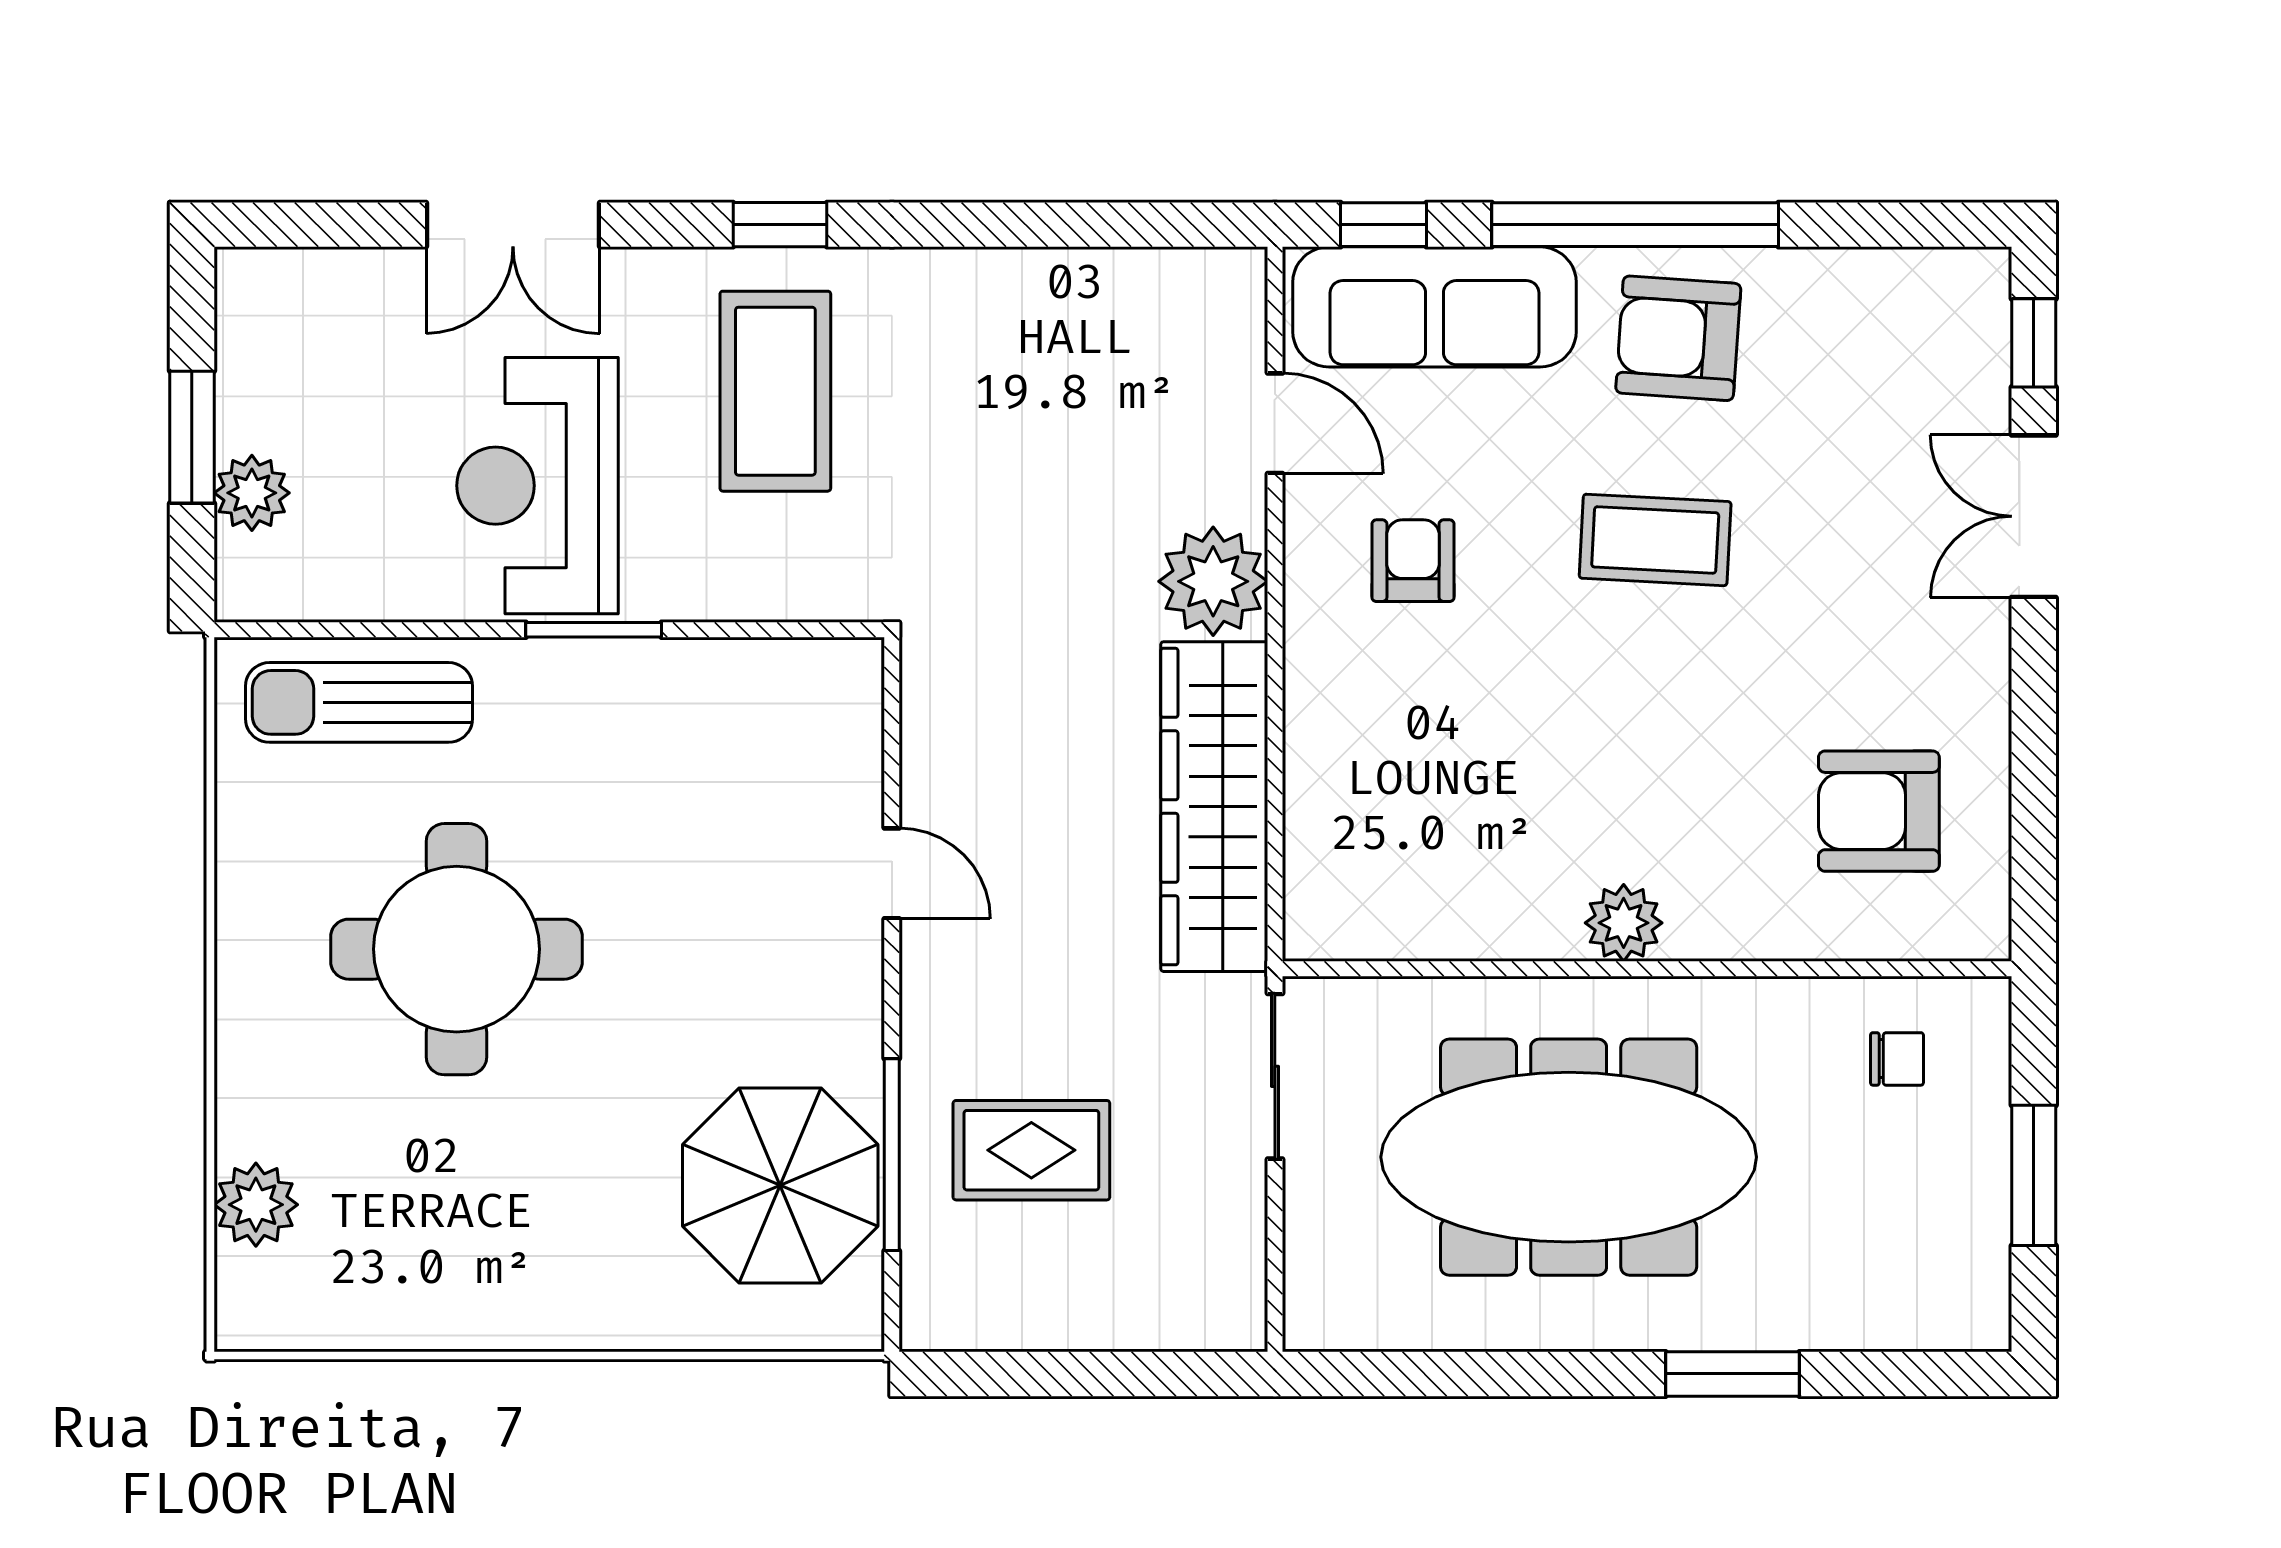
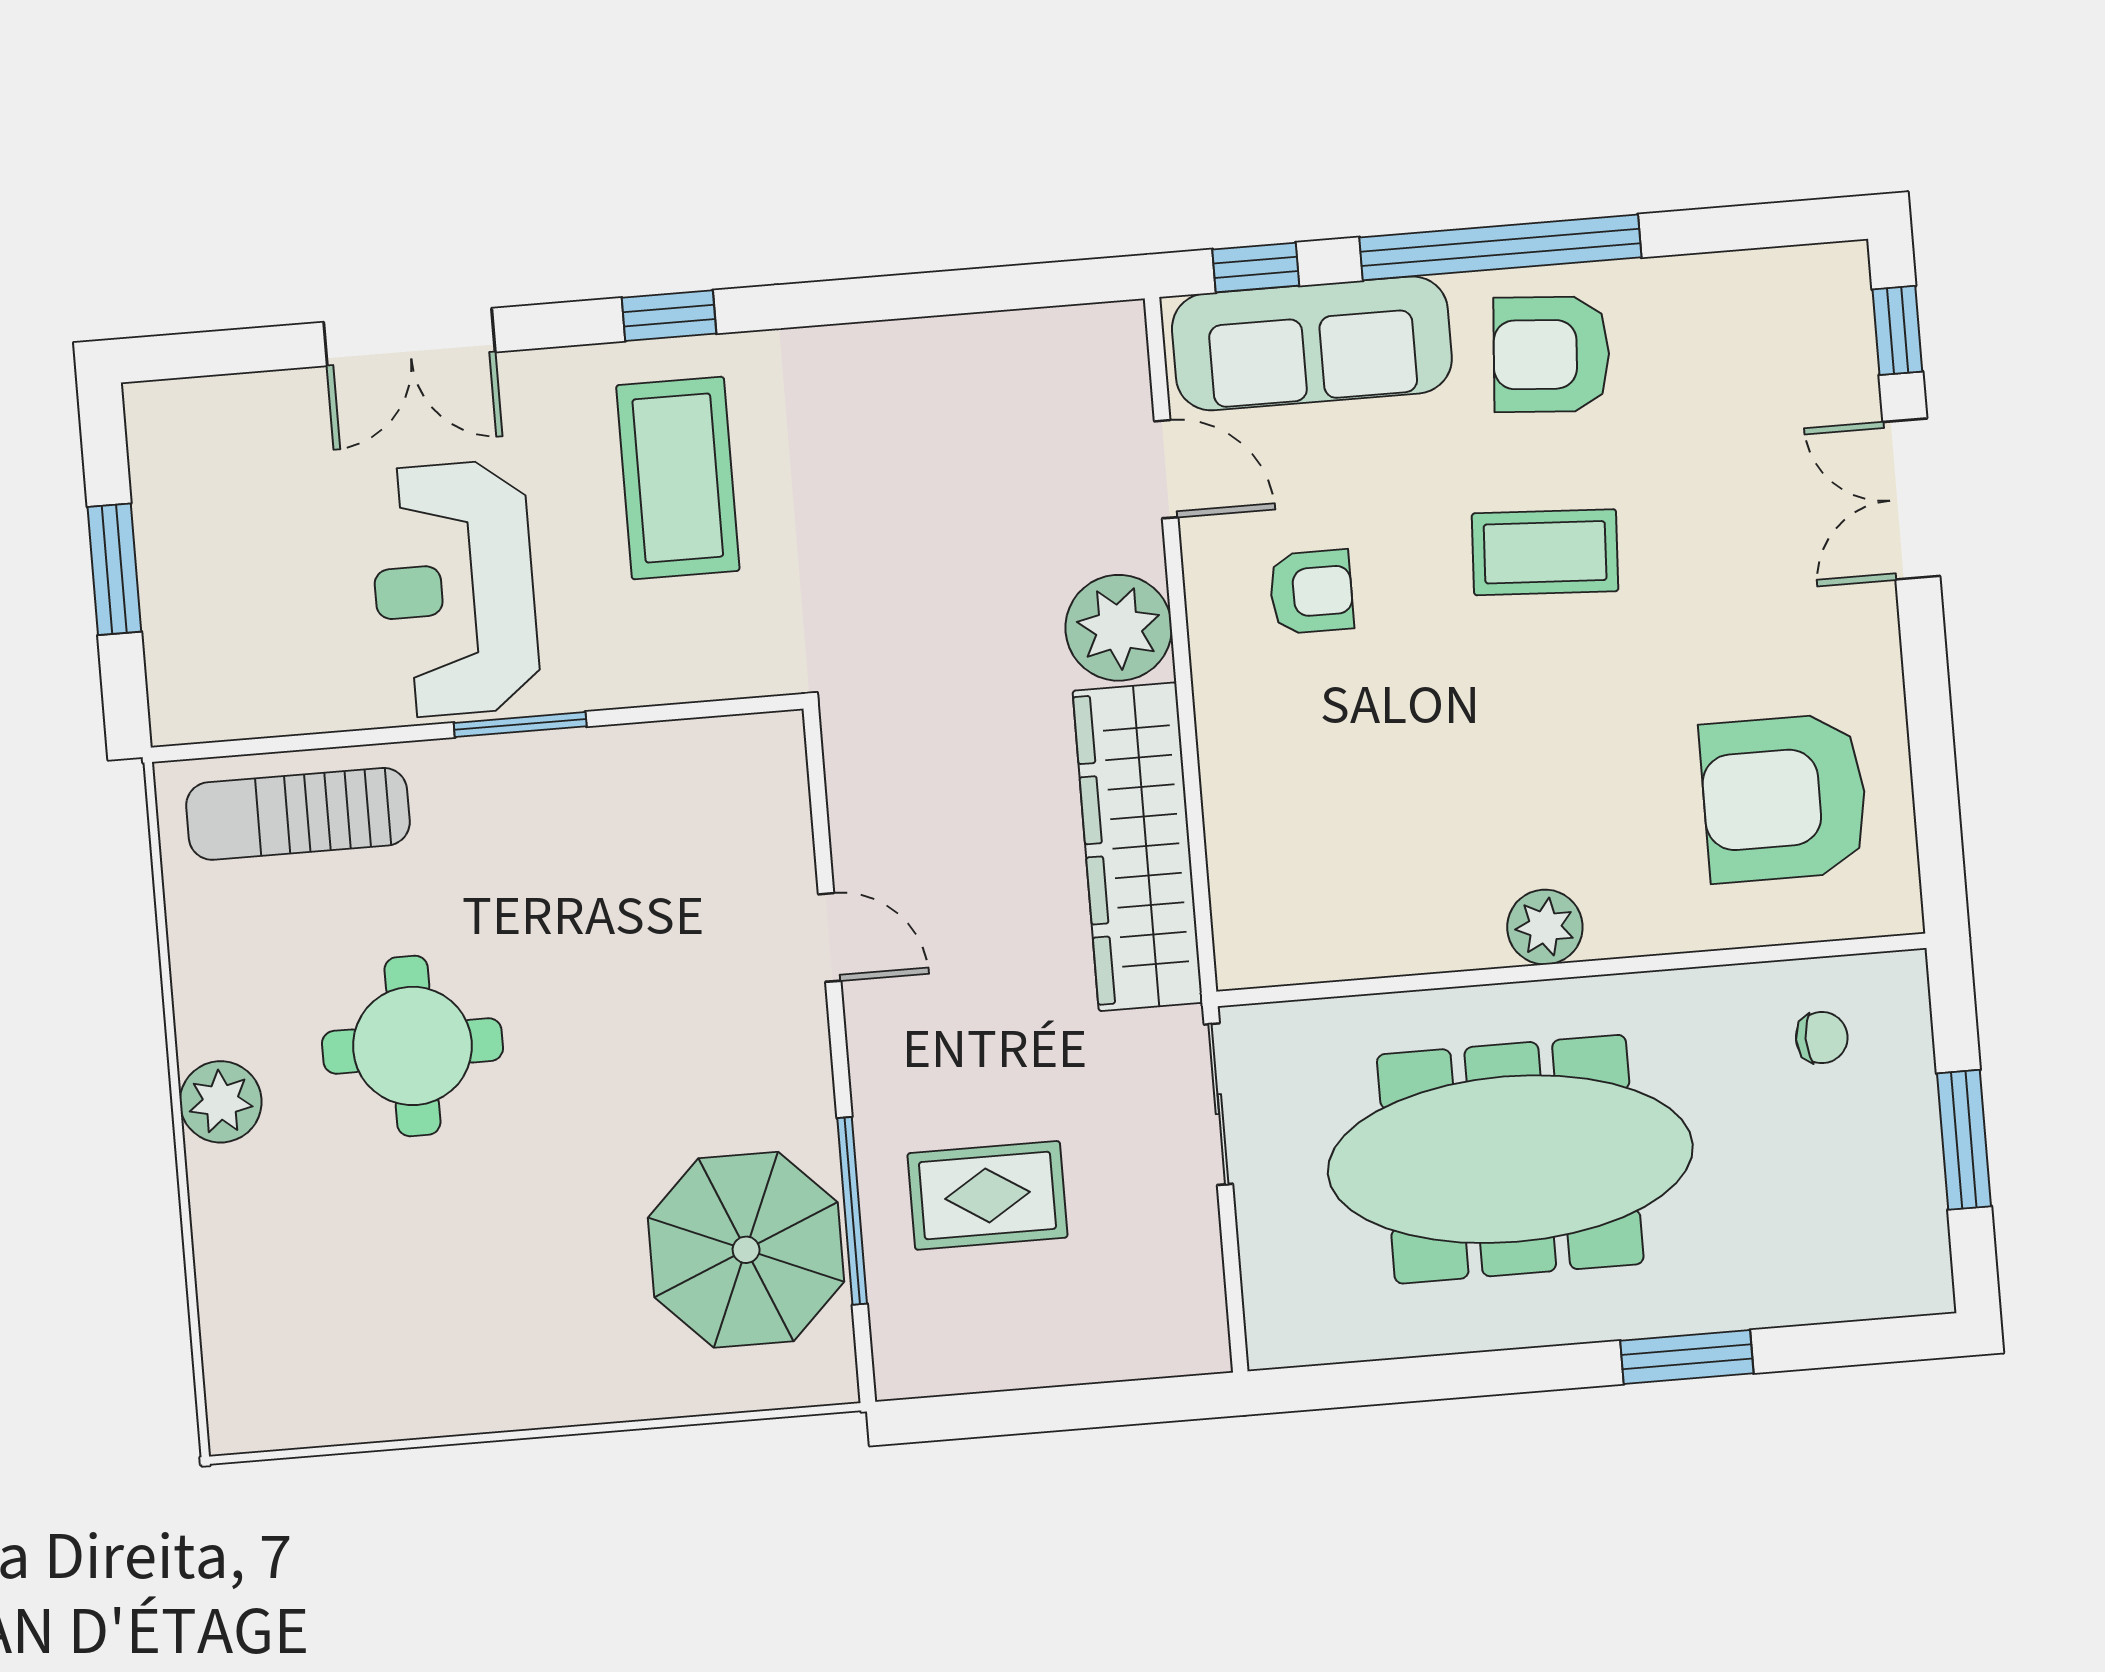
plant: (252, 493) -> (177, 619), removed
armchair: (1413, 561) -> (1311, 592), turned 90
armchair: (1879, 811) -> (1784, 798), width x1.36, depth x1.36
round table: (457, 949) -> (412, 1046), width x0.73, depth x0.73
plant: (256, 1205) -> (221, 1102), moved

